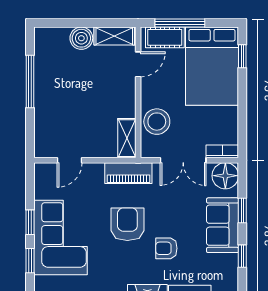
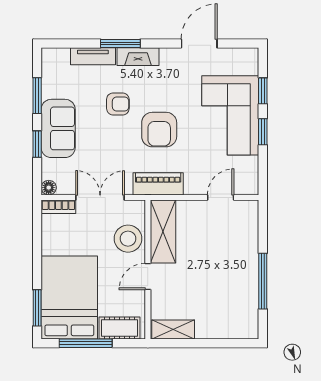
window: (180, 23) -> (86, 343), moved
boiler: (81, 38) -> (208, 327), removed
window: (242, 56) -> (37, 308), width x1.50
door: (138, 64) -> (148, 277), moved
shelving: (127, 138) -> (163, 232), width x1.50, depth x1.33
floor lamp: (225, 176) -> (49, 188), width x0.53, depth x0.53
window: (242, 256) -> (37, 96), width x1.50

